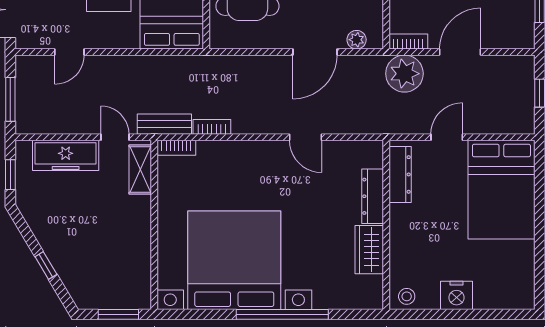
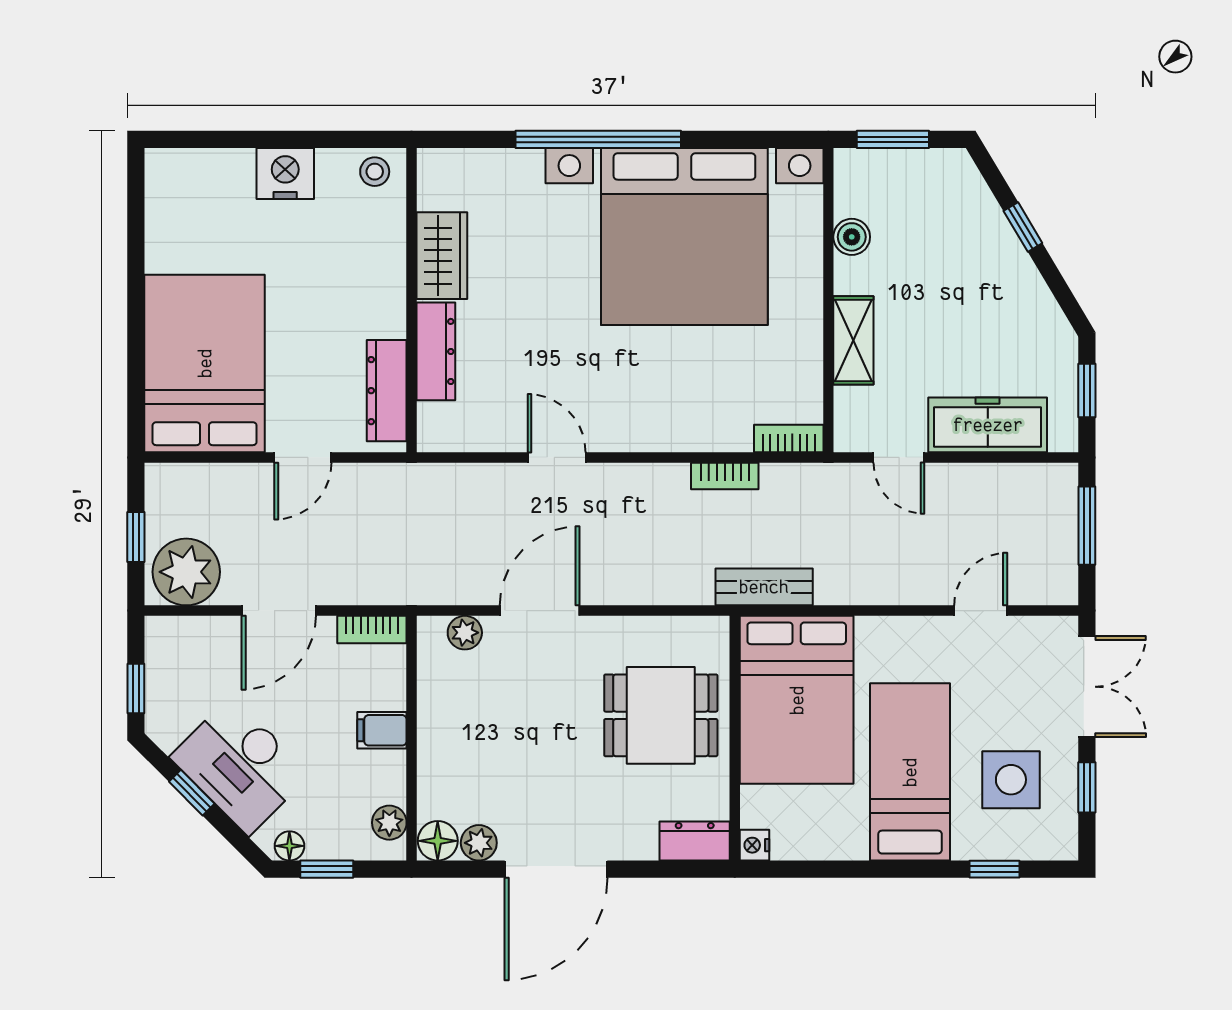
plant: (404, 74) -> (186, 572), moved
bench: (164, 124) -> (764, 587), moved
shelving: (140, 170) -> (853, 340), moved
boiler: (141, 260) -> (852, 237), added

